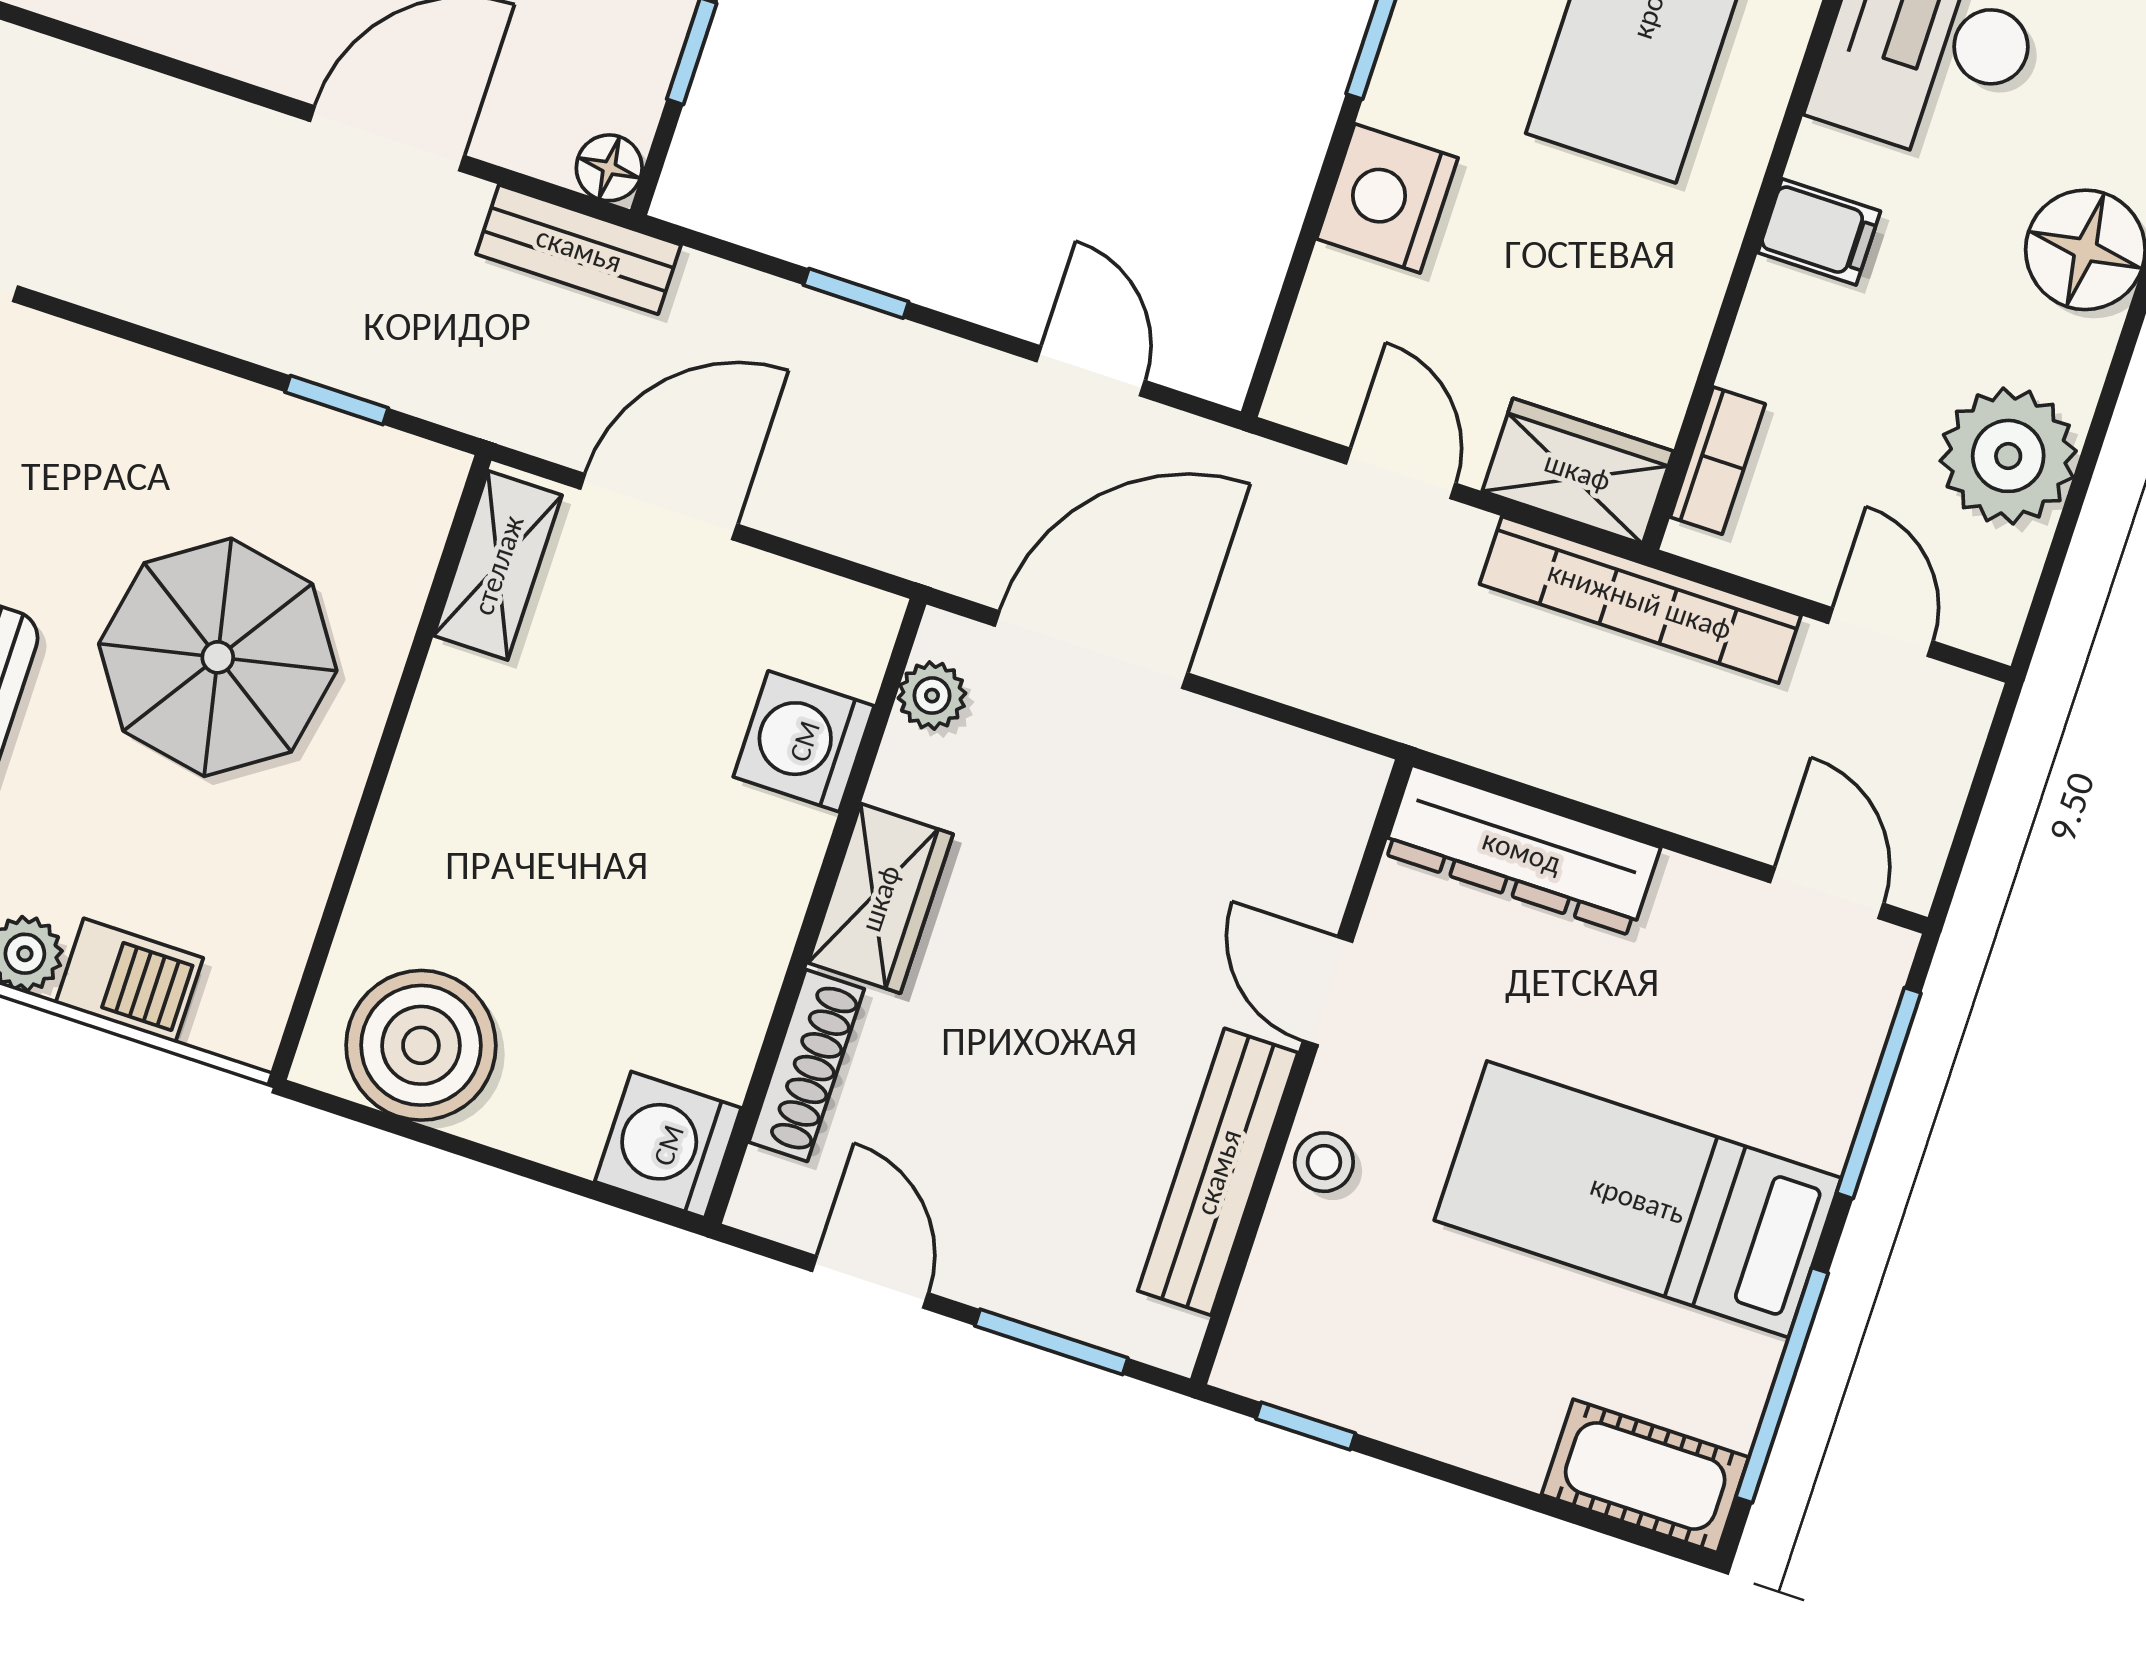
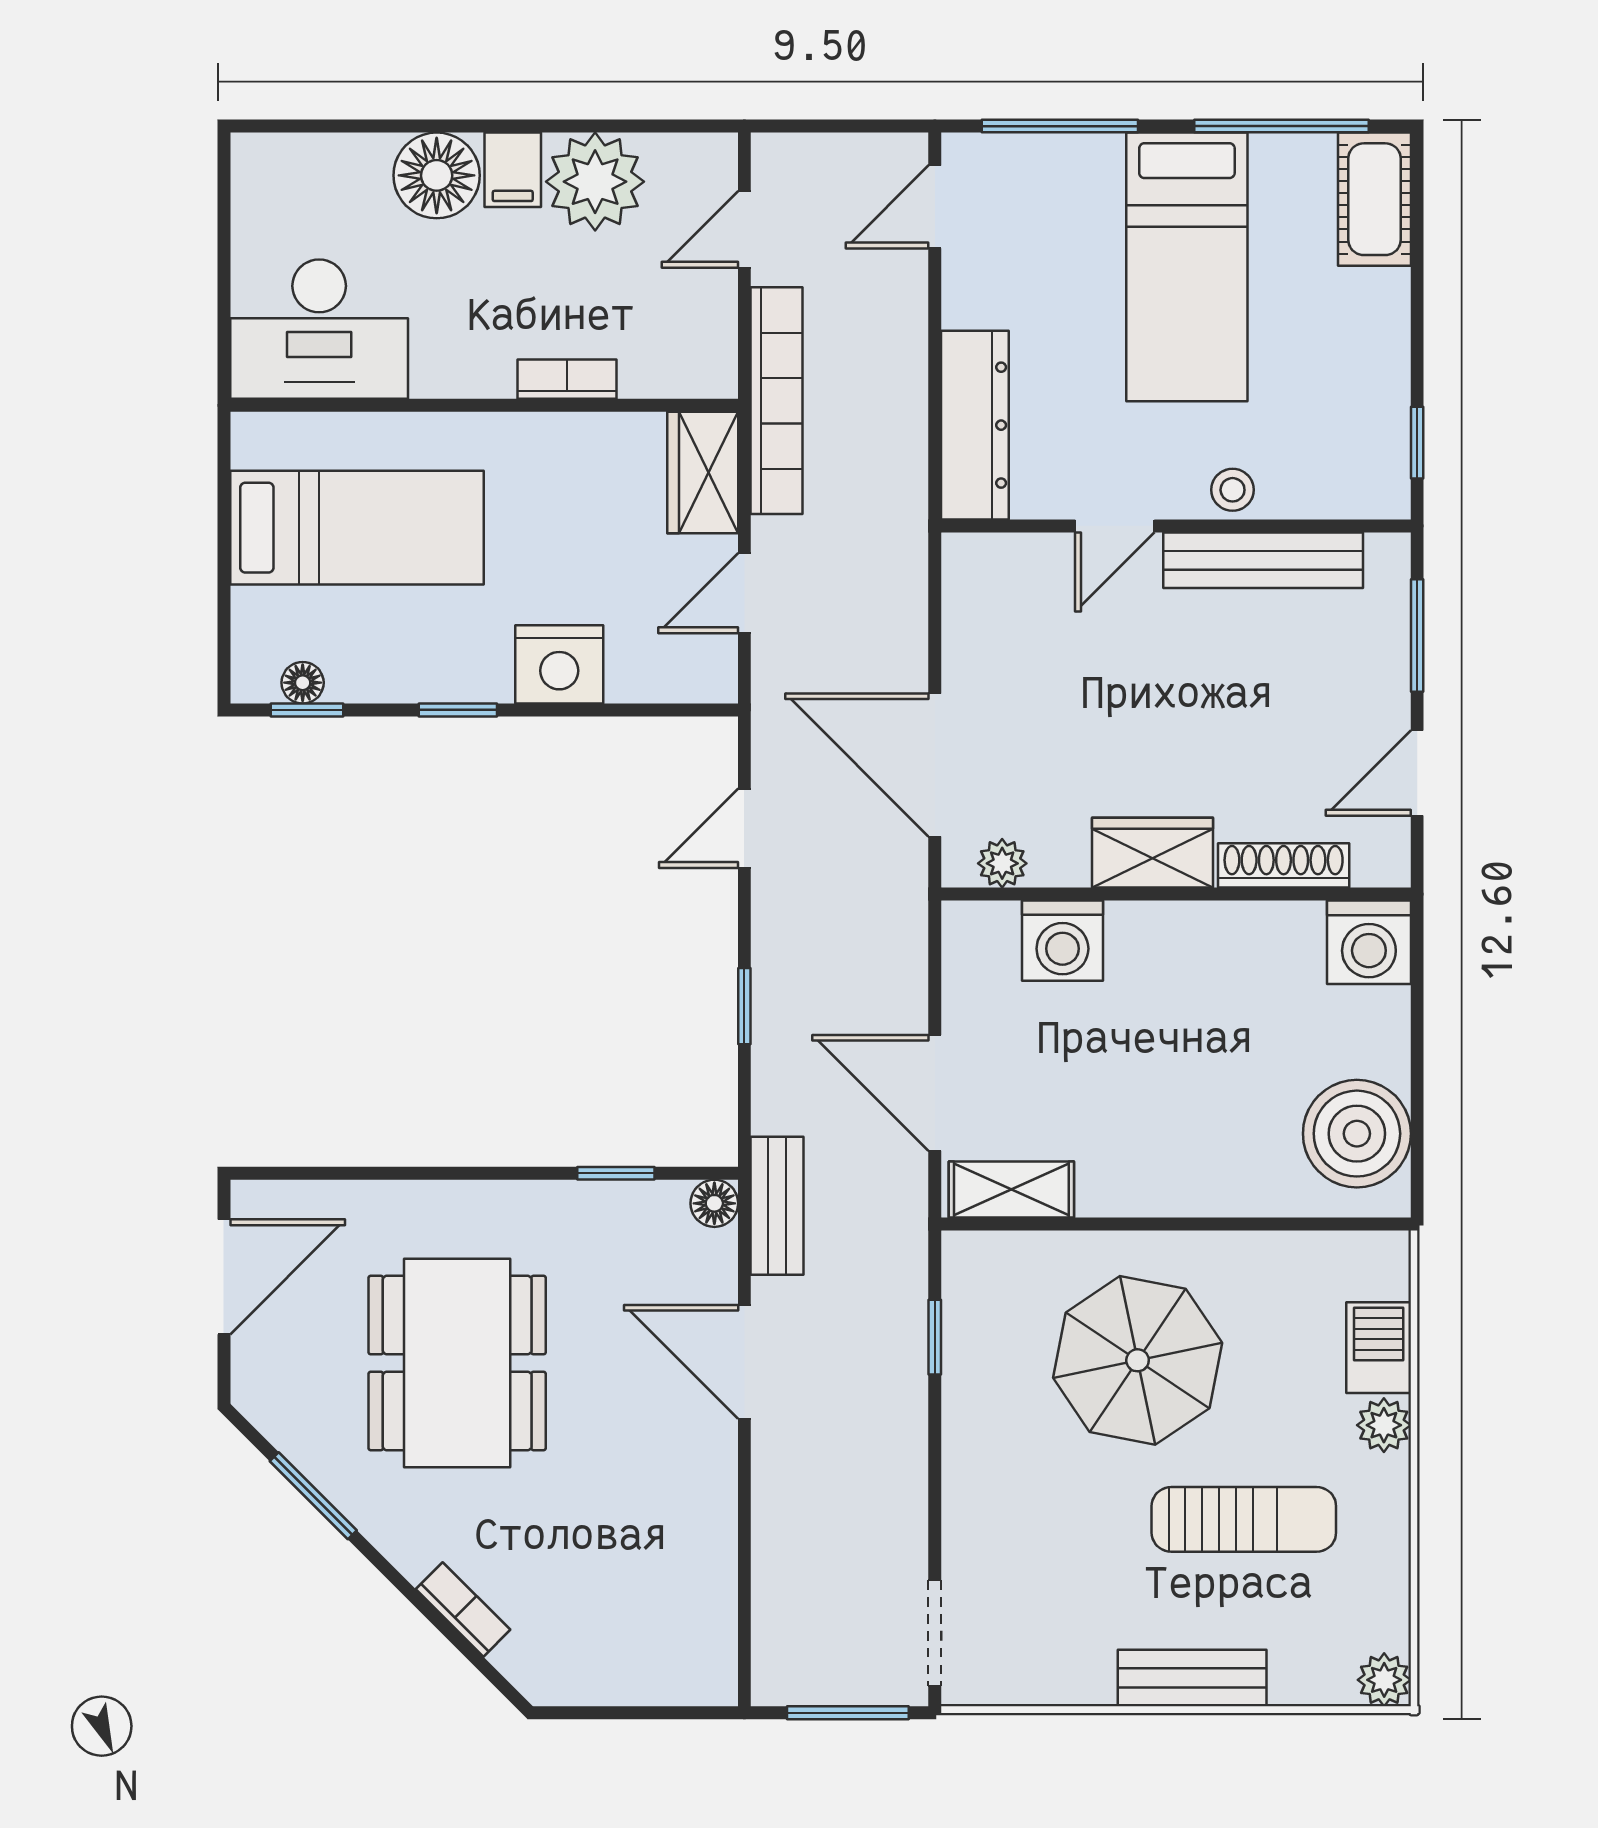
filing cabinet: (1819, 232) -> (513, 170), moved, turned 180
bookcase: (1718, 461) -> (567, 379), moved

